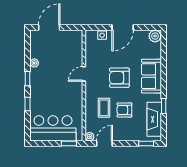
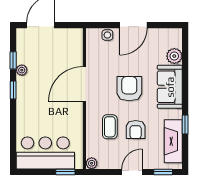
plant: (155, 36) -> (174, 56), moved
door: (84, 74) -> (84, 84), width x1.88
armchair: (119, 78) -> (129, 89), turned 90
window: (28, 104) -> (13, 60), moved
armchair: (124, 110) -> (136, 130), turned -90
door: (104, 144) -> (132, 172), moved

